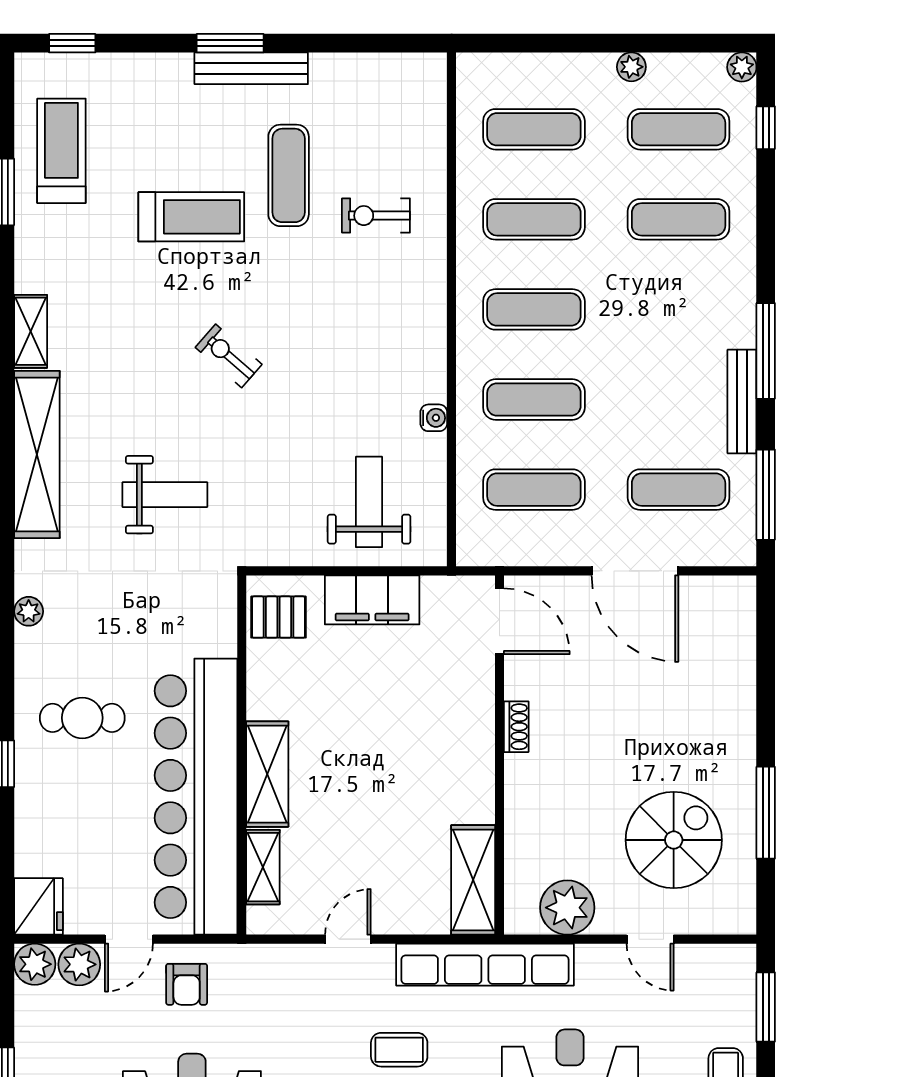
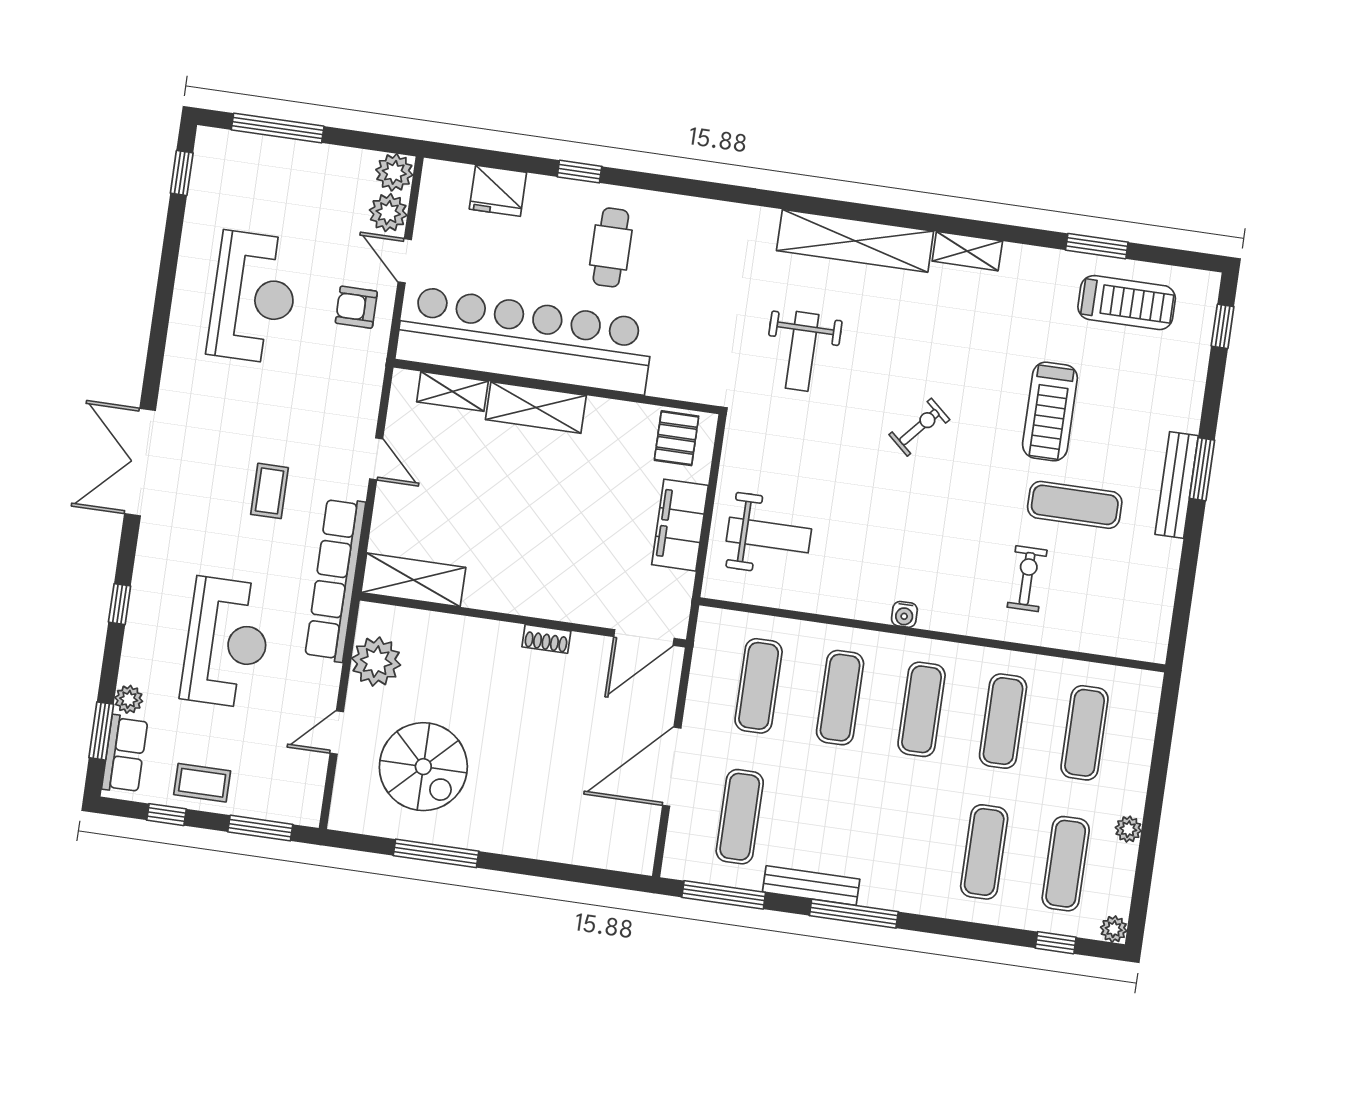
water cooler: (434, 418) -> (904, 614), moved
plant: (29, 611) -> (714, 213), removed
fridge: (38, 906) -> (498, 191), moved

